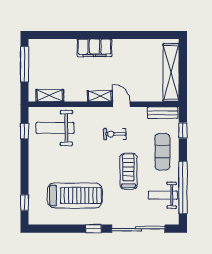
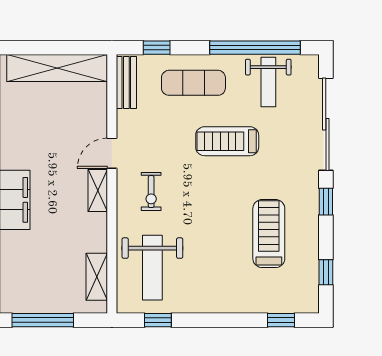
exercise bike: (115, 134) -> (151, 192), moved
treadmill: (75, 196) -> (269, 234), width x0.73, depth x0.73
window: (52, 229) -> (326, 272), added

